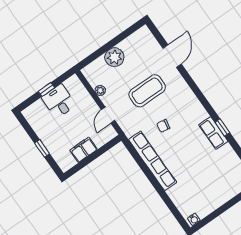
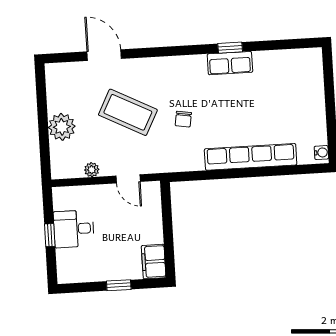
coffee table: (147, 91) -> (128, 112), turned -63
filing cabinet: (83, 150) -> (154, 262), moved
row of seats: (153, 161) -> (251, 157), moved

